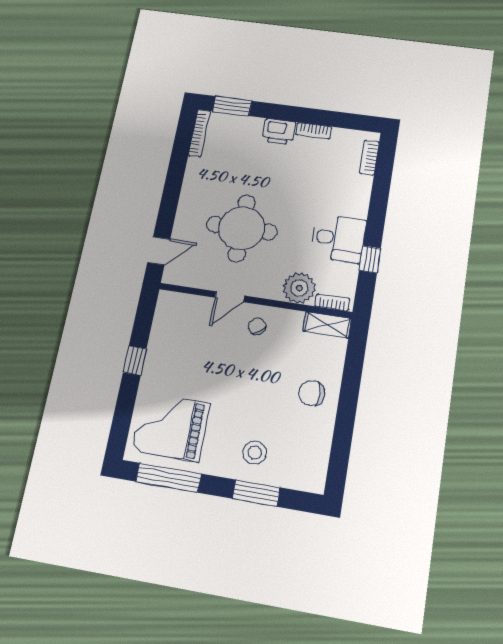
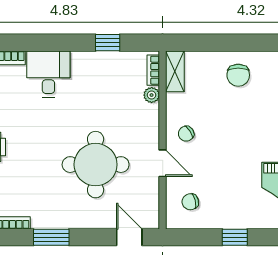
window: (175, 174) -> (51, 237), added
desk: (338, 239) -> (48, 74), moved
plant: (299, 288) -> (152, 95), width x0.53, depth x0.53
chair: (183, 319) -> (190, 202), added

